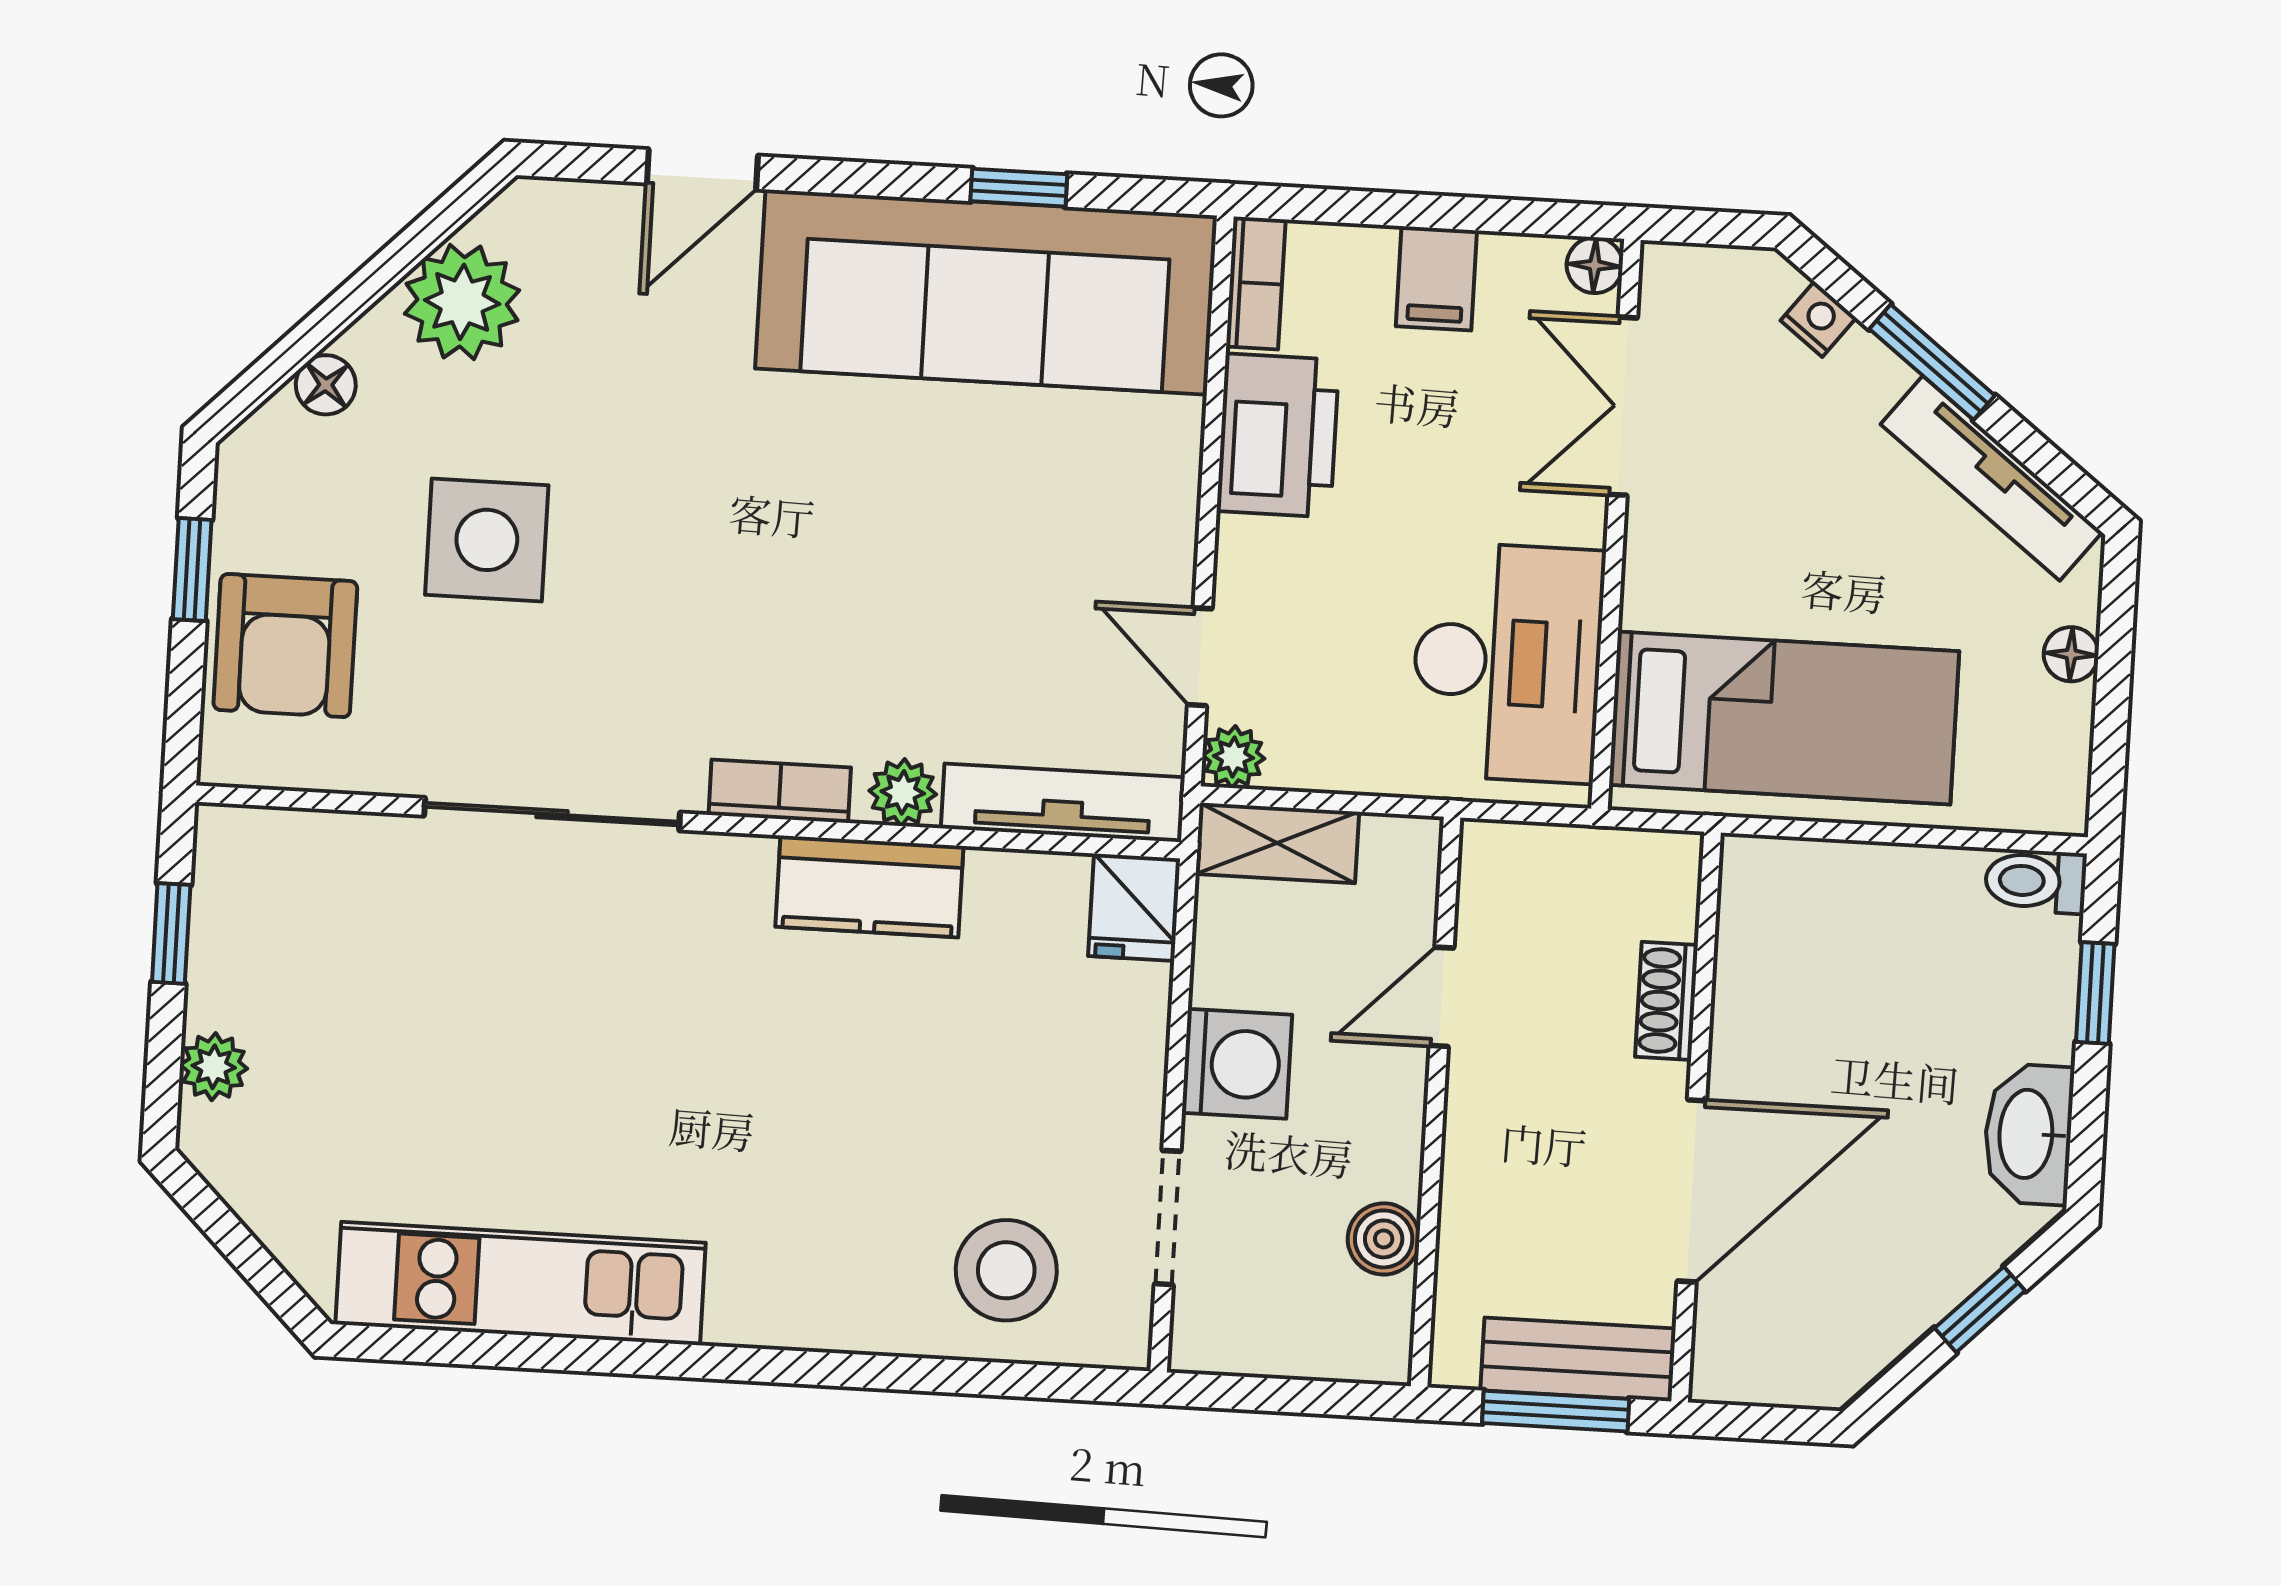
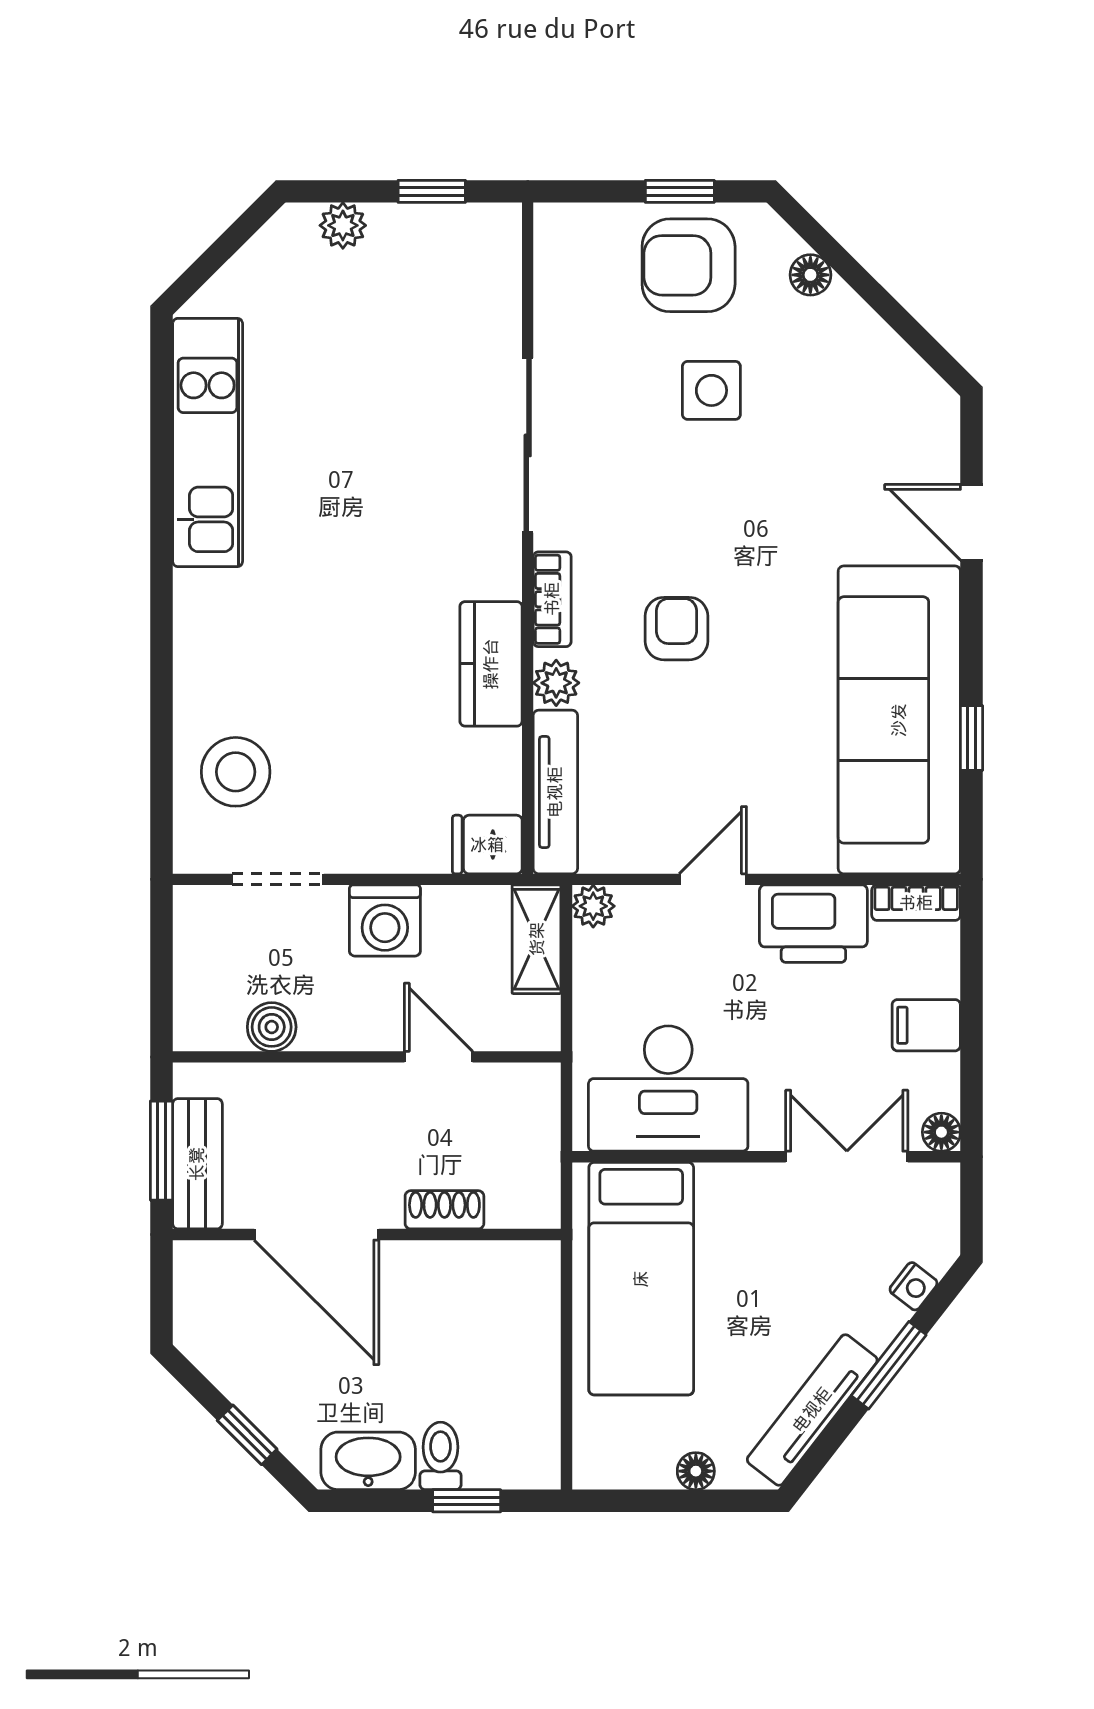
plant: (462, 302) -> (872, 364), removed
side table: (487, 540) -> (711, 390), width x0.73, depth x0.73
armchair: (833, 611) -> (676, 629), added
armchair: (285, 646) -> (689, 265), moved
door: (1200, 657) -> (713, 879), moved
toilet: (2036, 881) -> (441, 1456), moved

